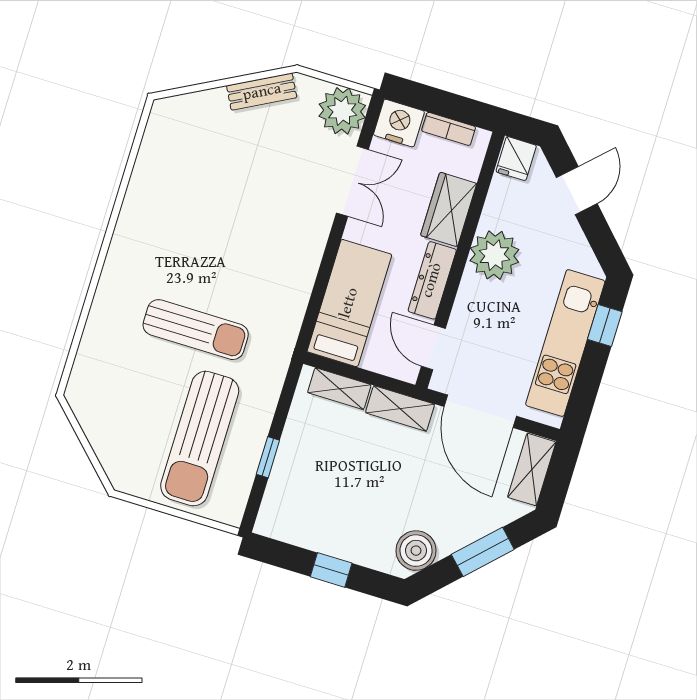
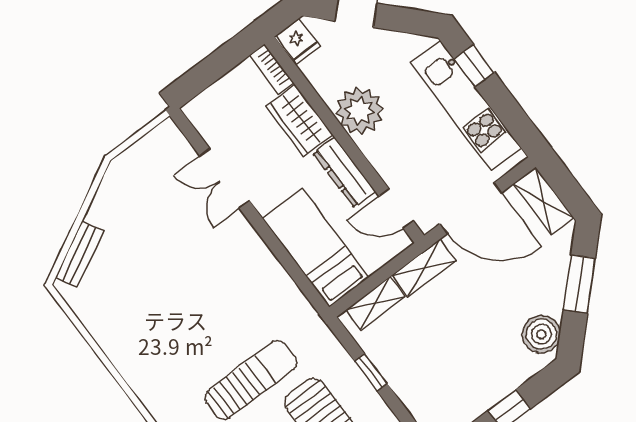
bench: (262, 92) -> (80, 254), moved
plant: (342, 111) -> (165, 147), removed
nightstand: (399, 123) -> (206, 110), removed
bookcase: (449, 129) -> (272, 69), moved, turned 90
double door: (352, 181) -> (224, 178), swing flipped
window: (268, 457) -> (371, 373), moved

